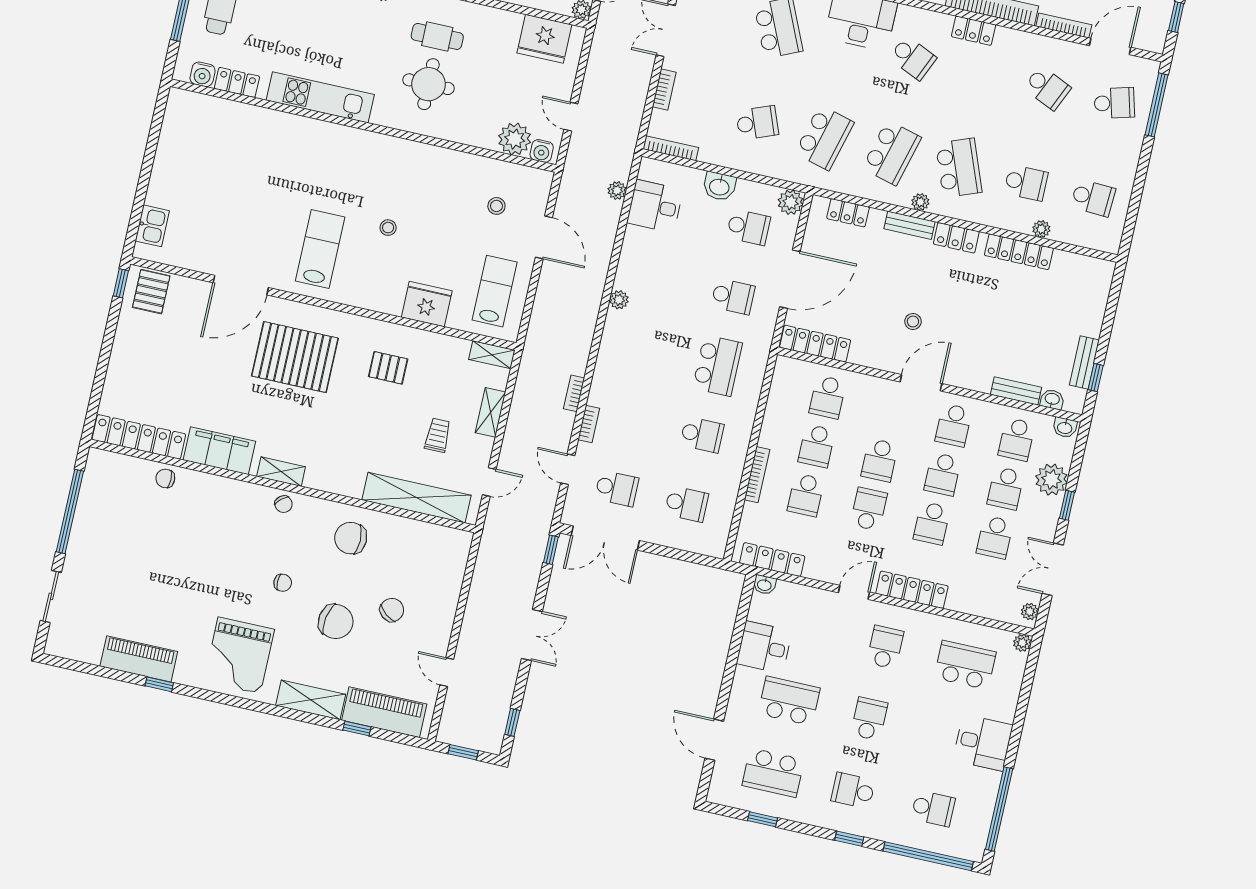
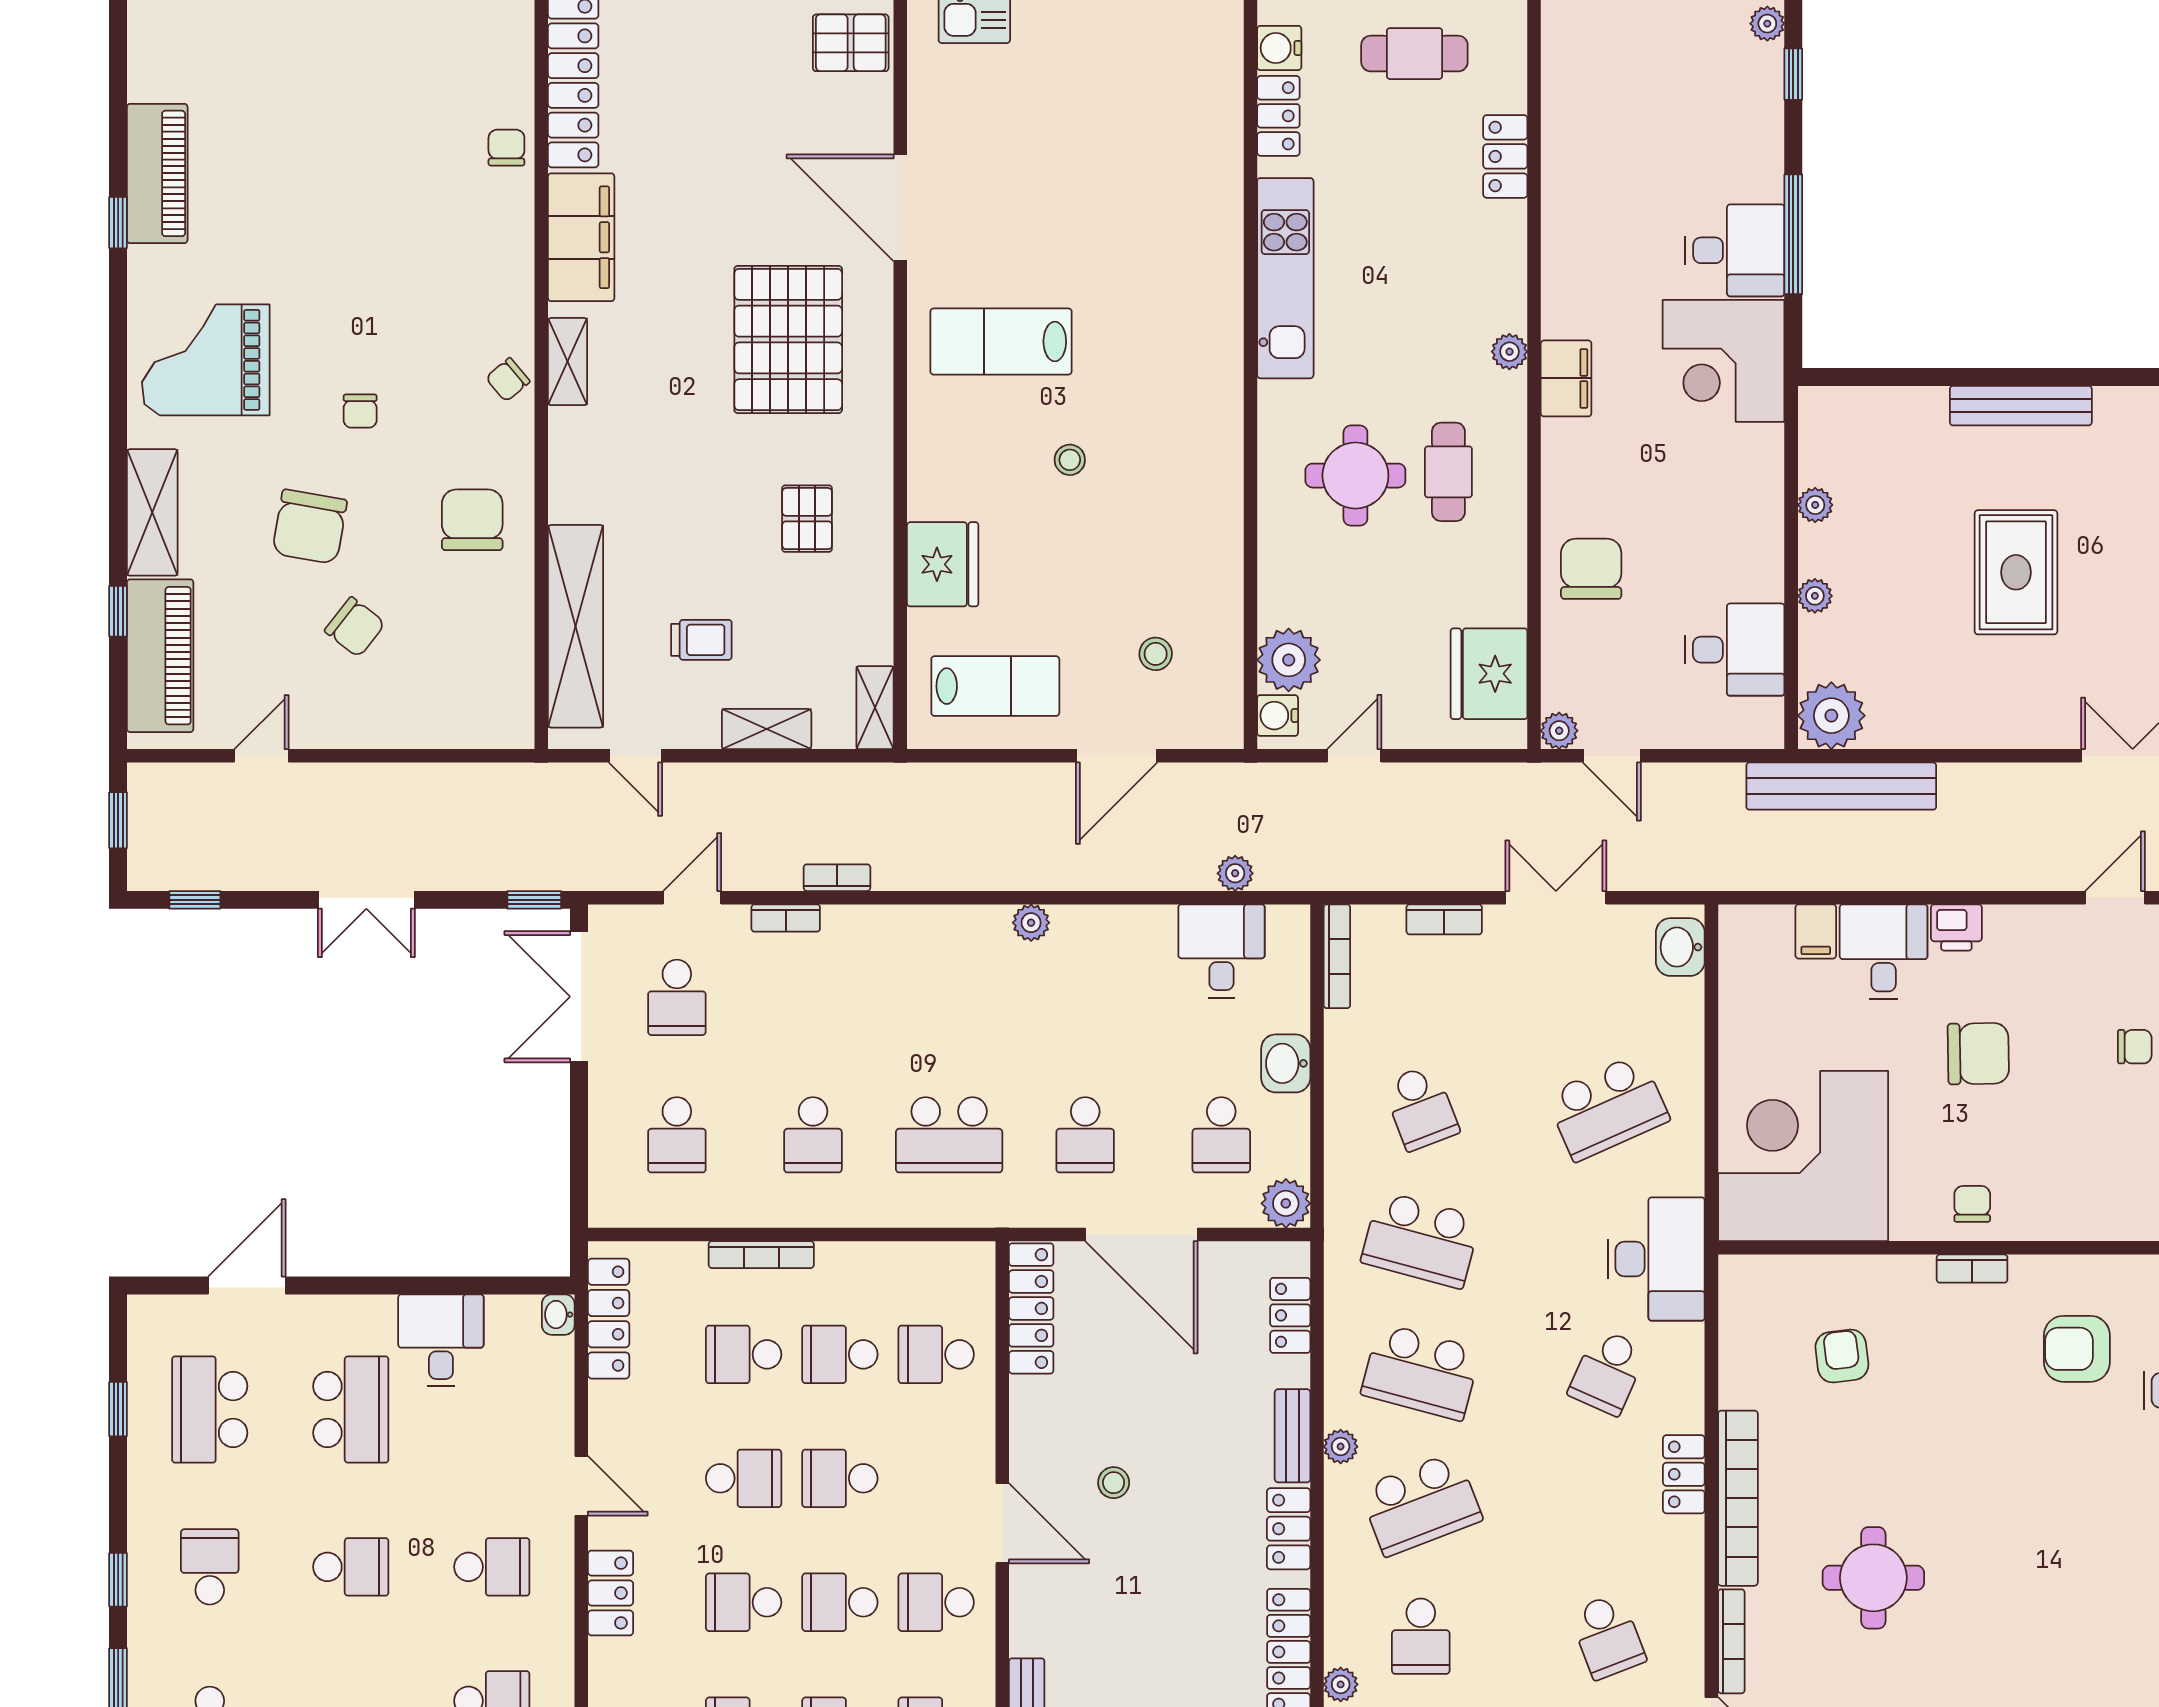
school desk: (1047, 88) -> (1608, 1636), turned -45
lab bench: (320, 249) -> (1001, 341), turned 180
locker: (912, 590) -> (611, 1593), width x0.66

